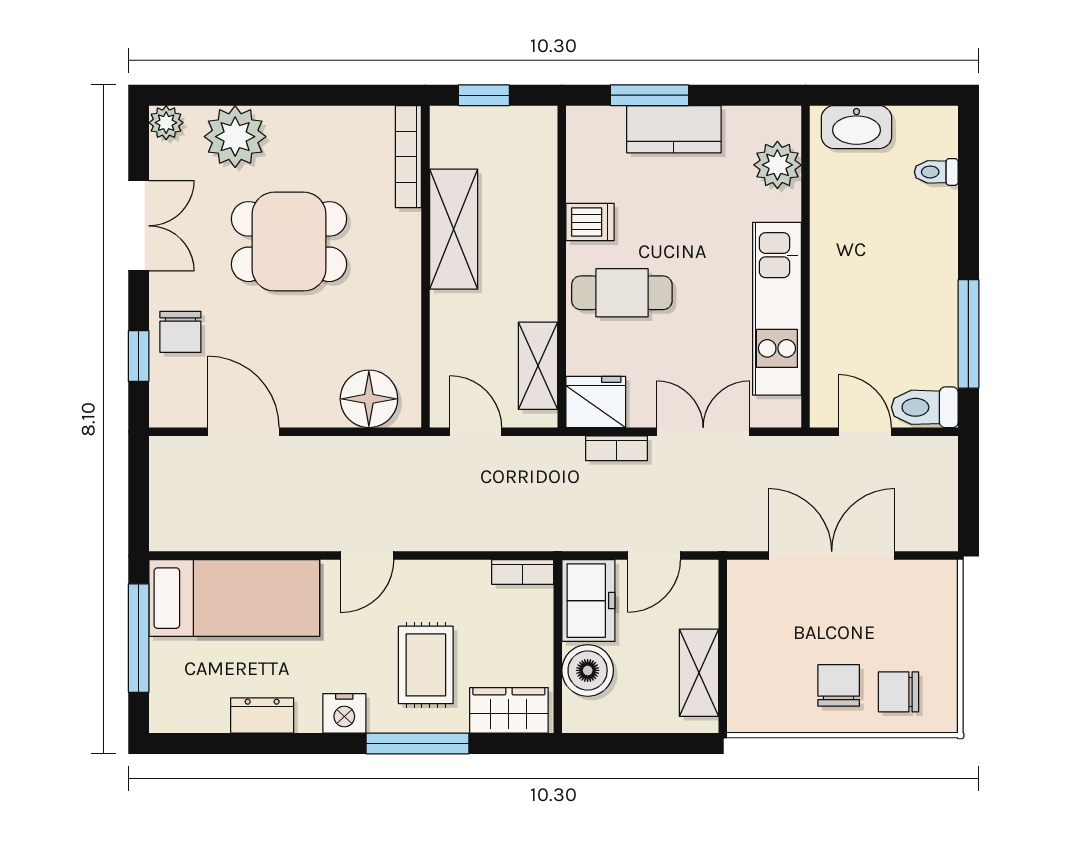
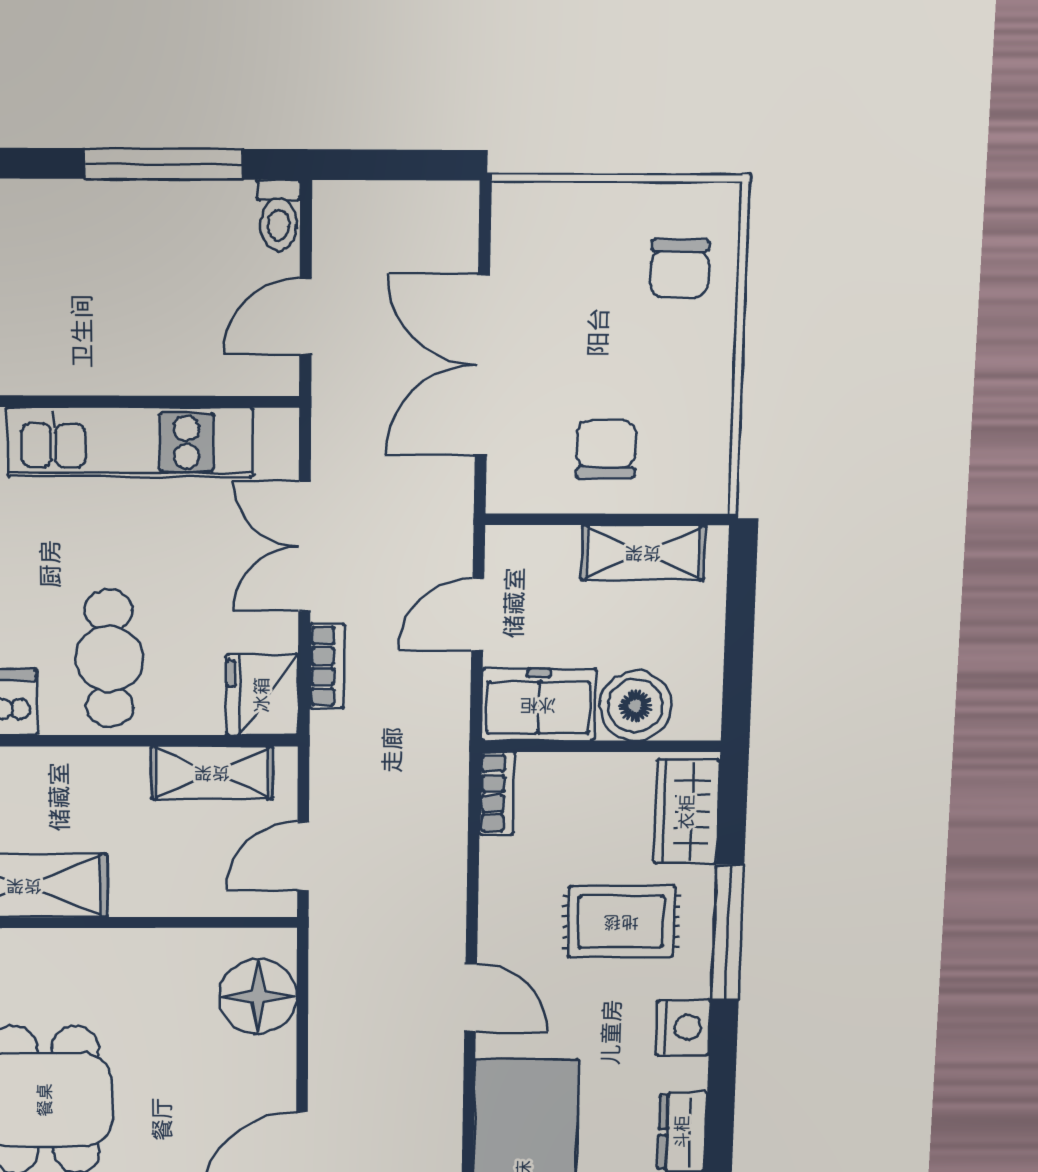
toilet: (925, 407) -> (279, 215), width x0.73, depth x0.72
door: (654, 556) -> (478, 615), swing flipped
chair: (839, 685) -> (606, 449), moved, turned 90

